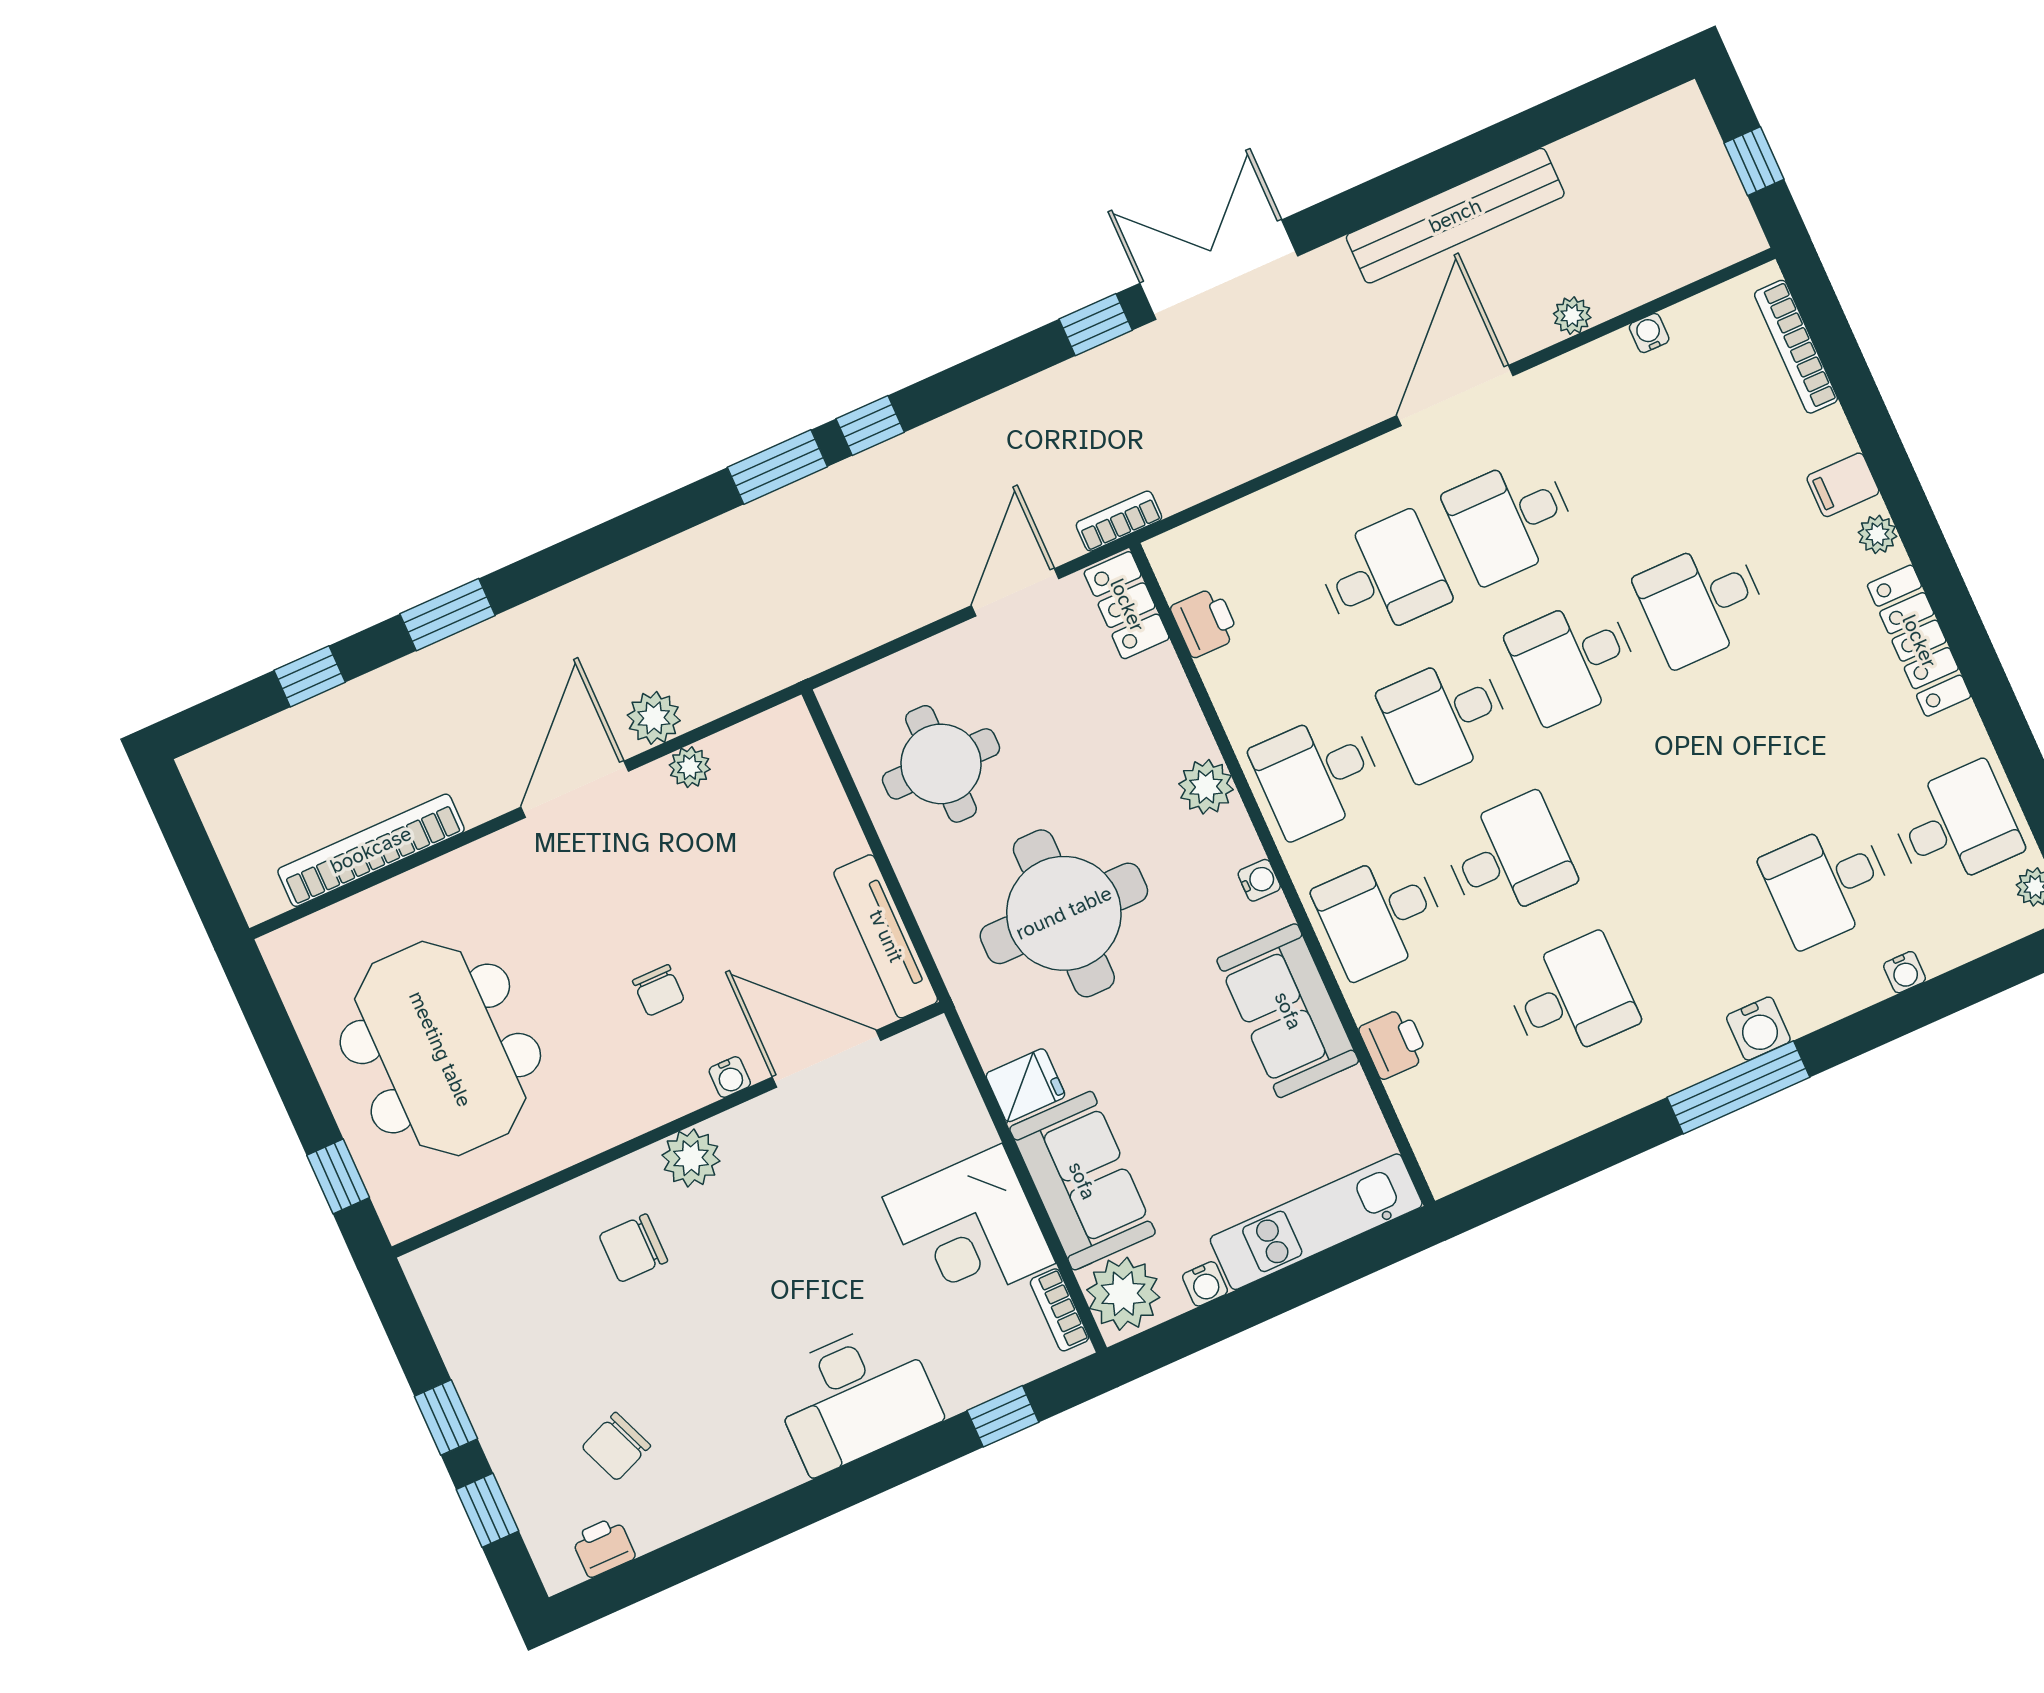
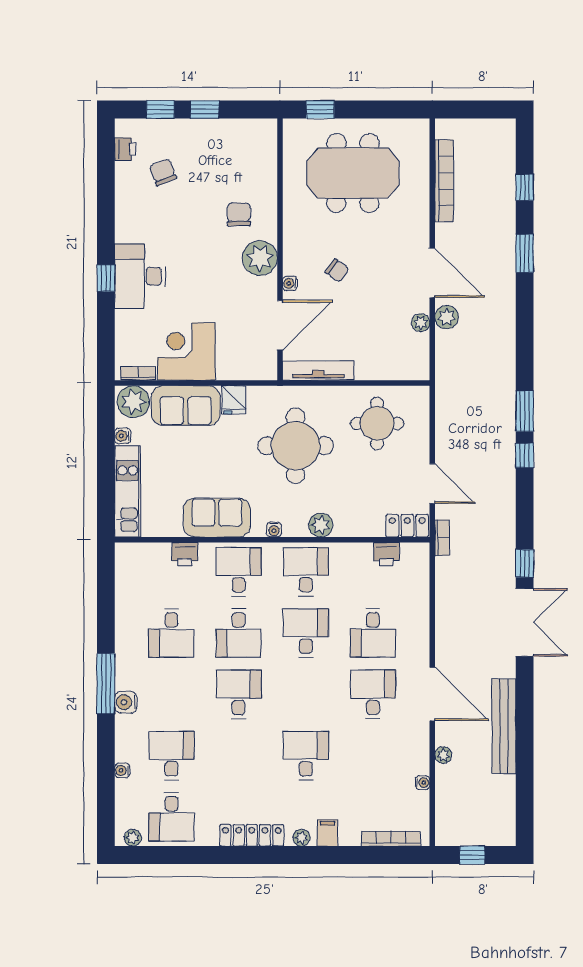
desk: (1574, 660) -> (239, 694), moved
chair: (659, 990) -> (337, 270), turned -144
plant: (691, 1158) -> (260, 258), width x1.36, depth x1.36
window: (1003, 1416) -> (106, 278), moved

